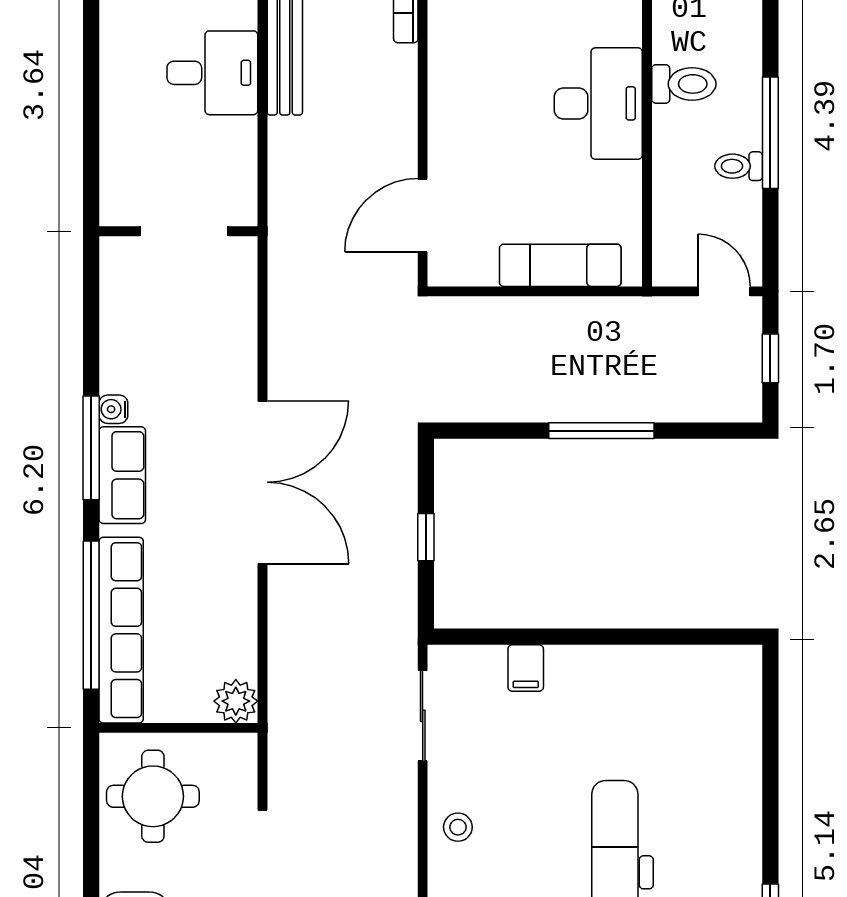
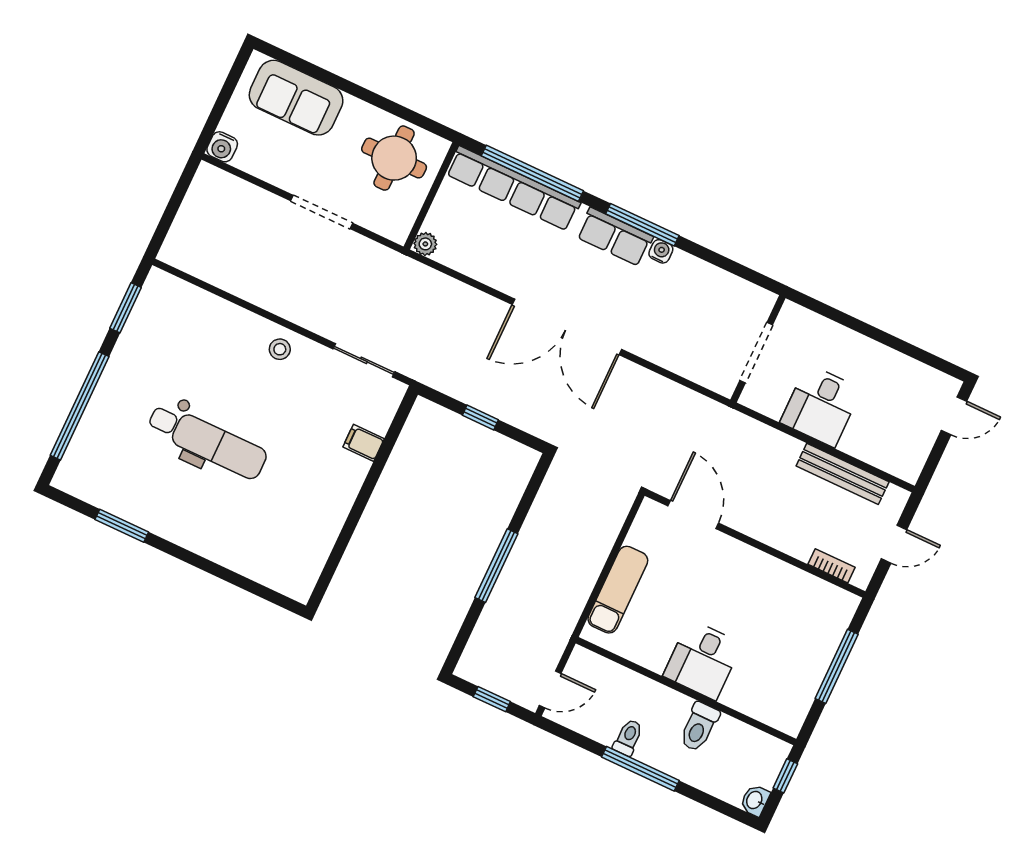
desk: (212, 73) -> (821, 406), moved
desk: (598, 103) -> (703, 660), width x0.73
plant: (236, 701) -> (425, 244), width x0.73, depth x0.73

